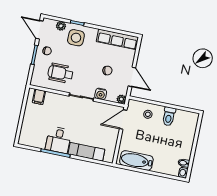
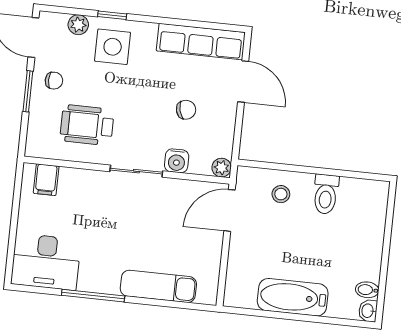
door: (132, 77) -> (243, 82), moved
desk: (58, 140) -> (46, 262), moved, width x1.37
bathtub: (136, 160) -> (293, 297), moved

